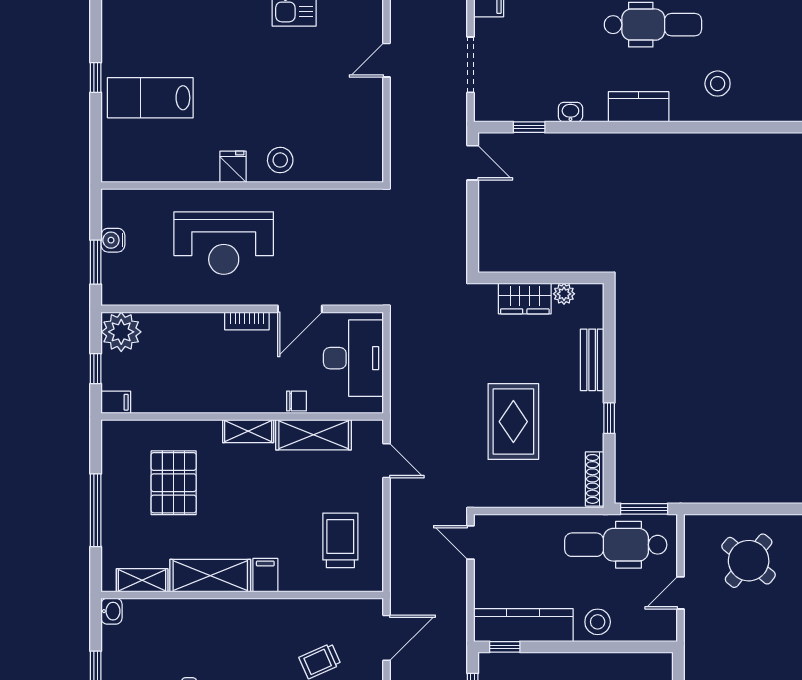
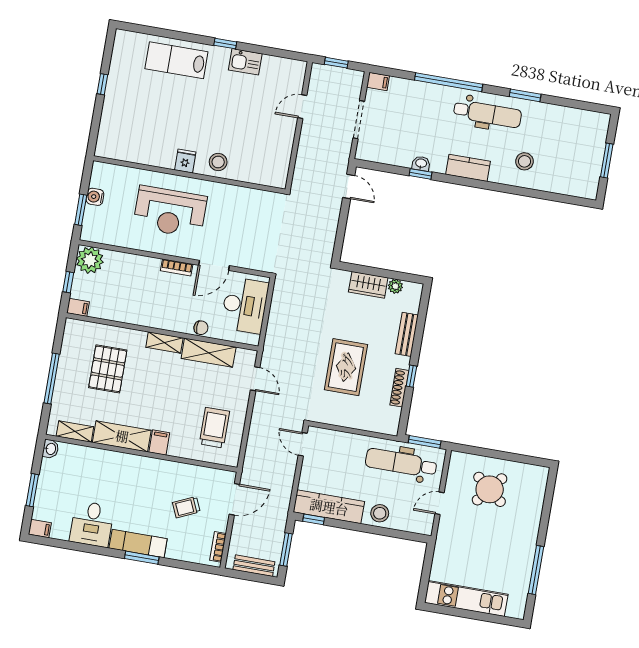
lab bench: (150, 98) -> (176, 60), moved
window: (529, 127) -> (420, 174), moved
shoe rack: (595, 479) -> (399, 388), moved

